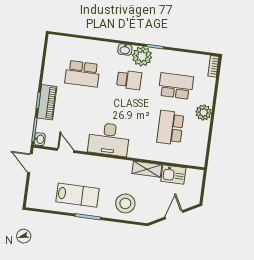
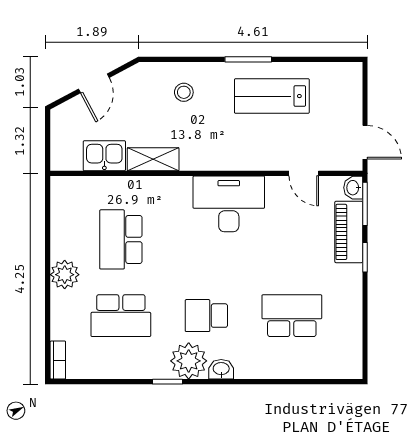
piano: (47, 102) -> (349, 232), moved
school desk: (170, 128) -> (121, 239), turned 180
stool: (125, 203) -> (184, 92), width x0.53, depth x0.53

